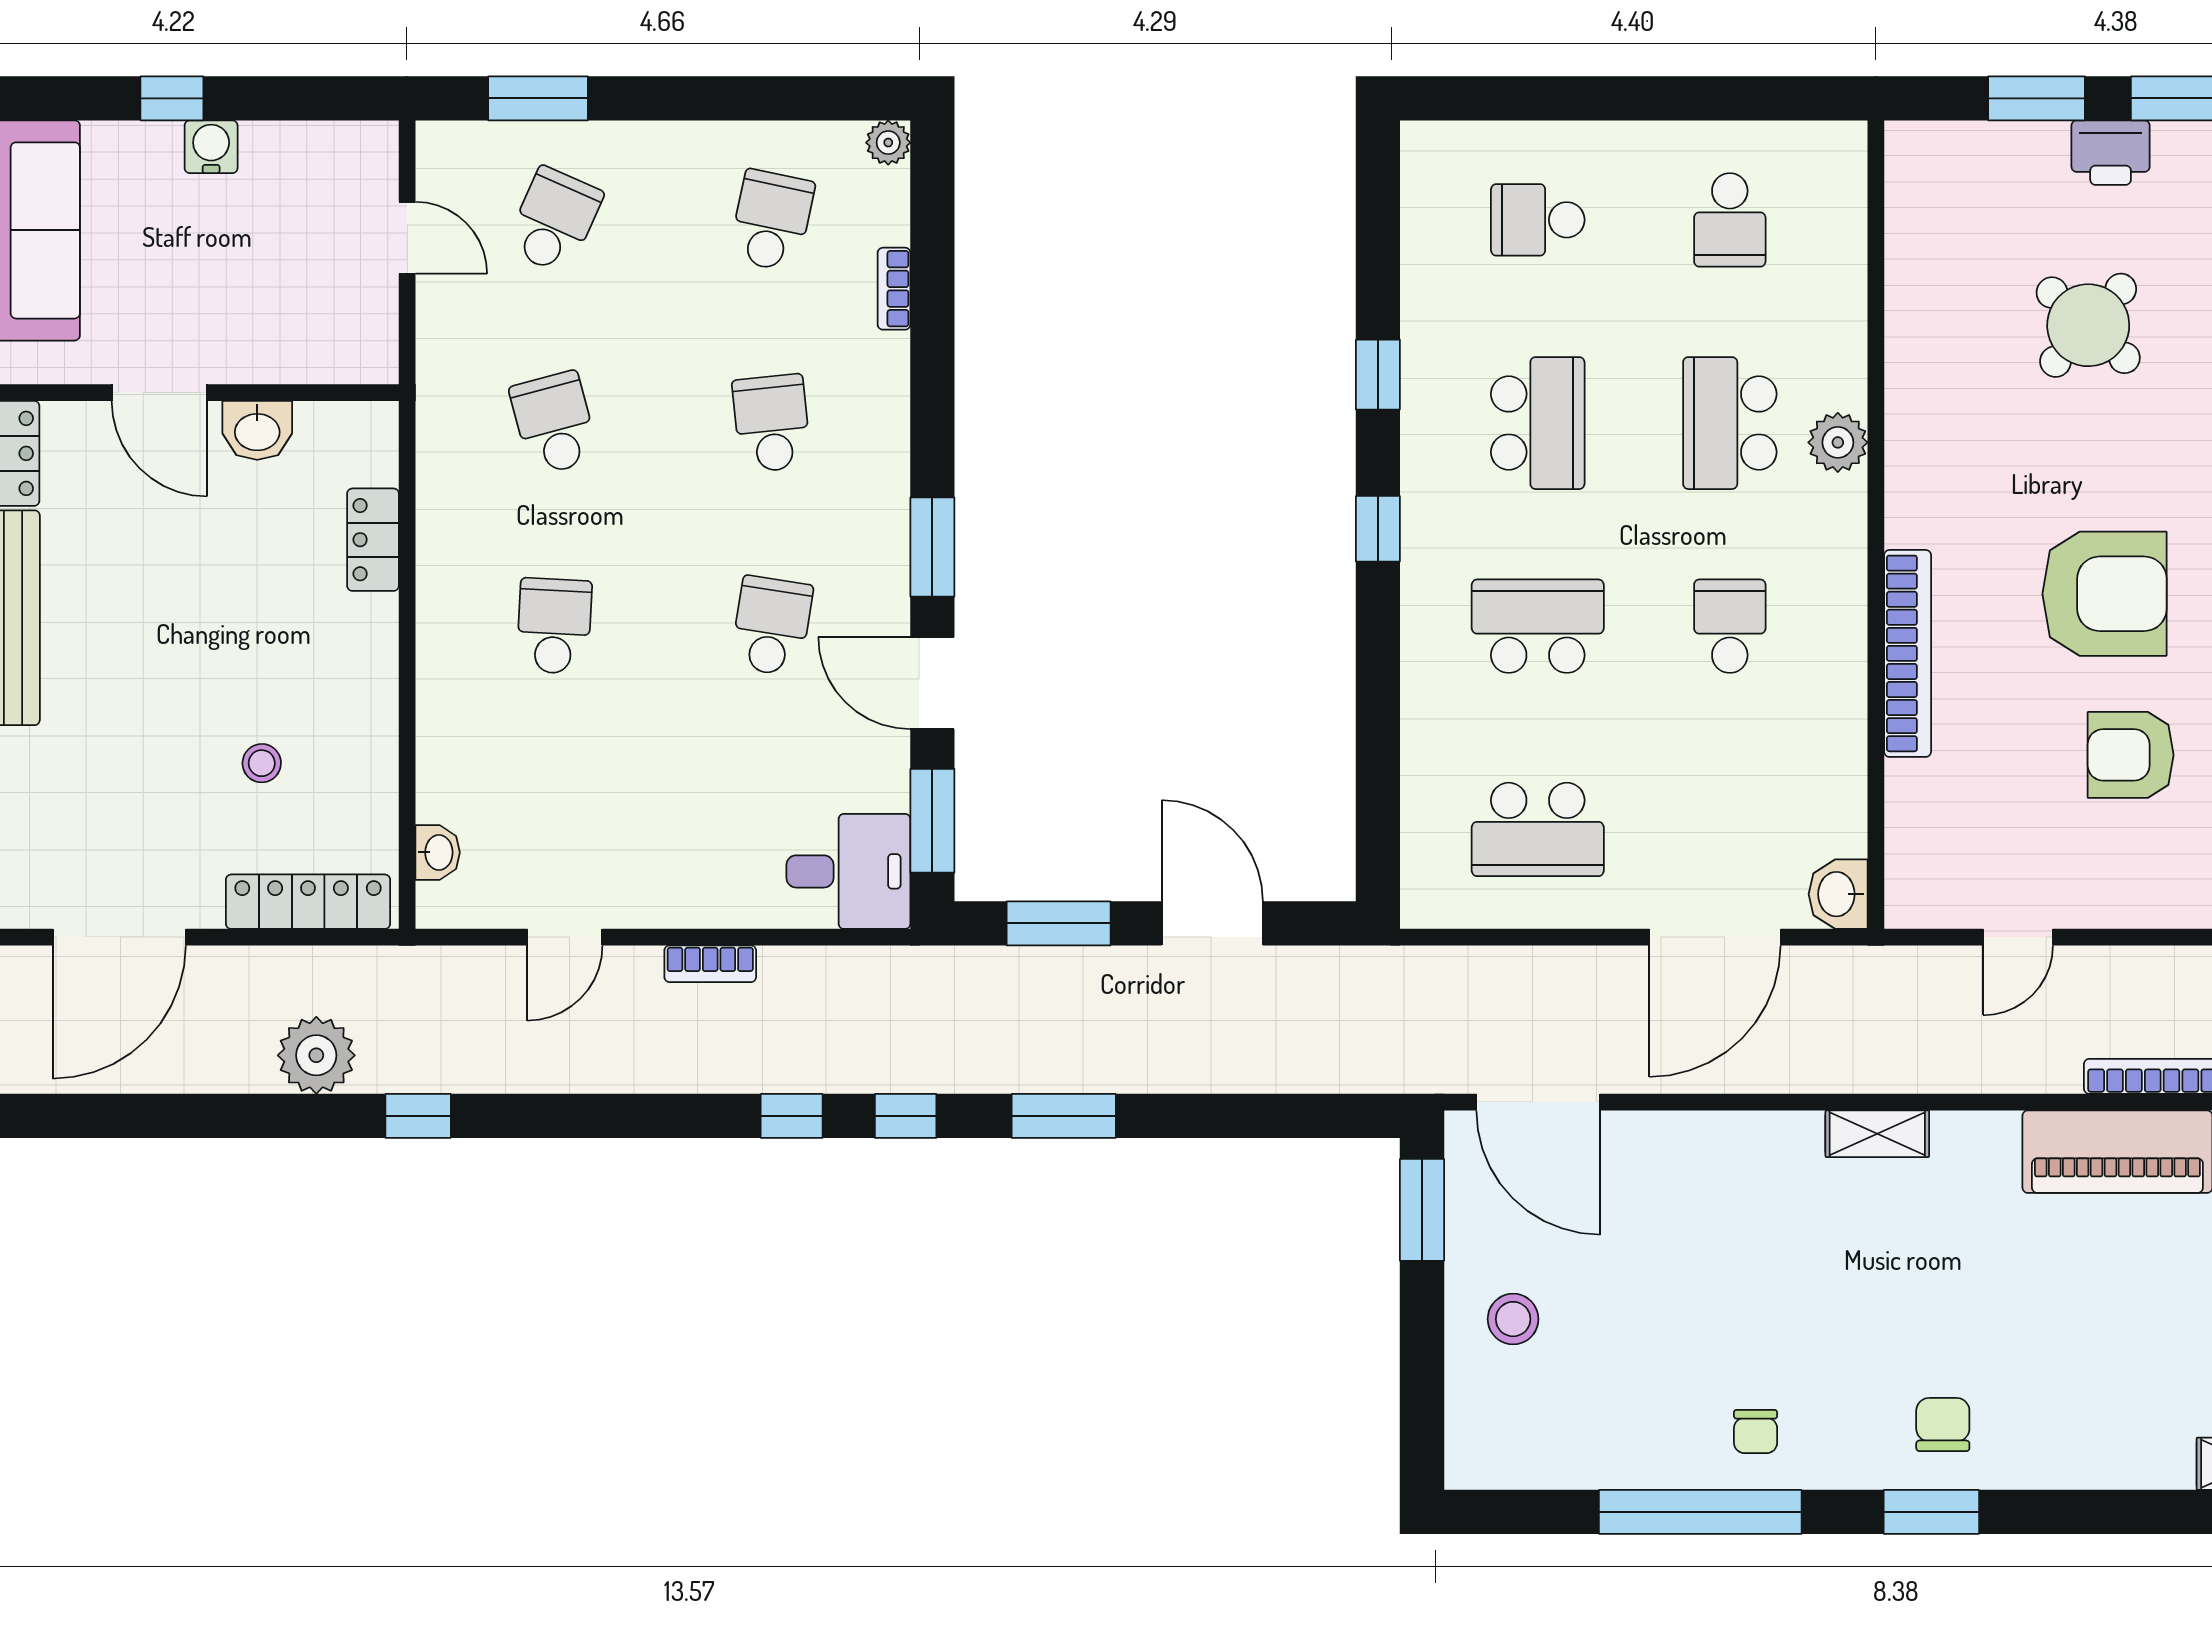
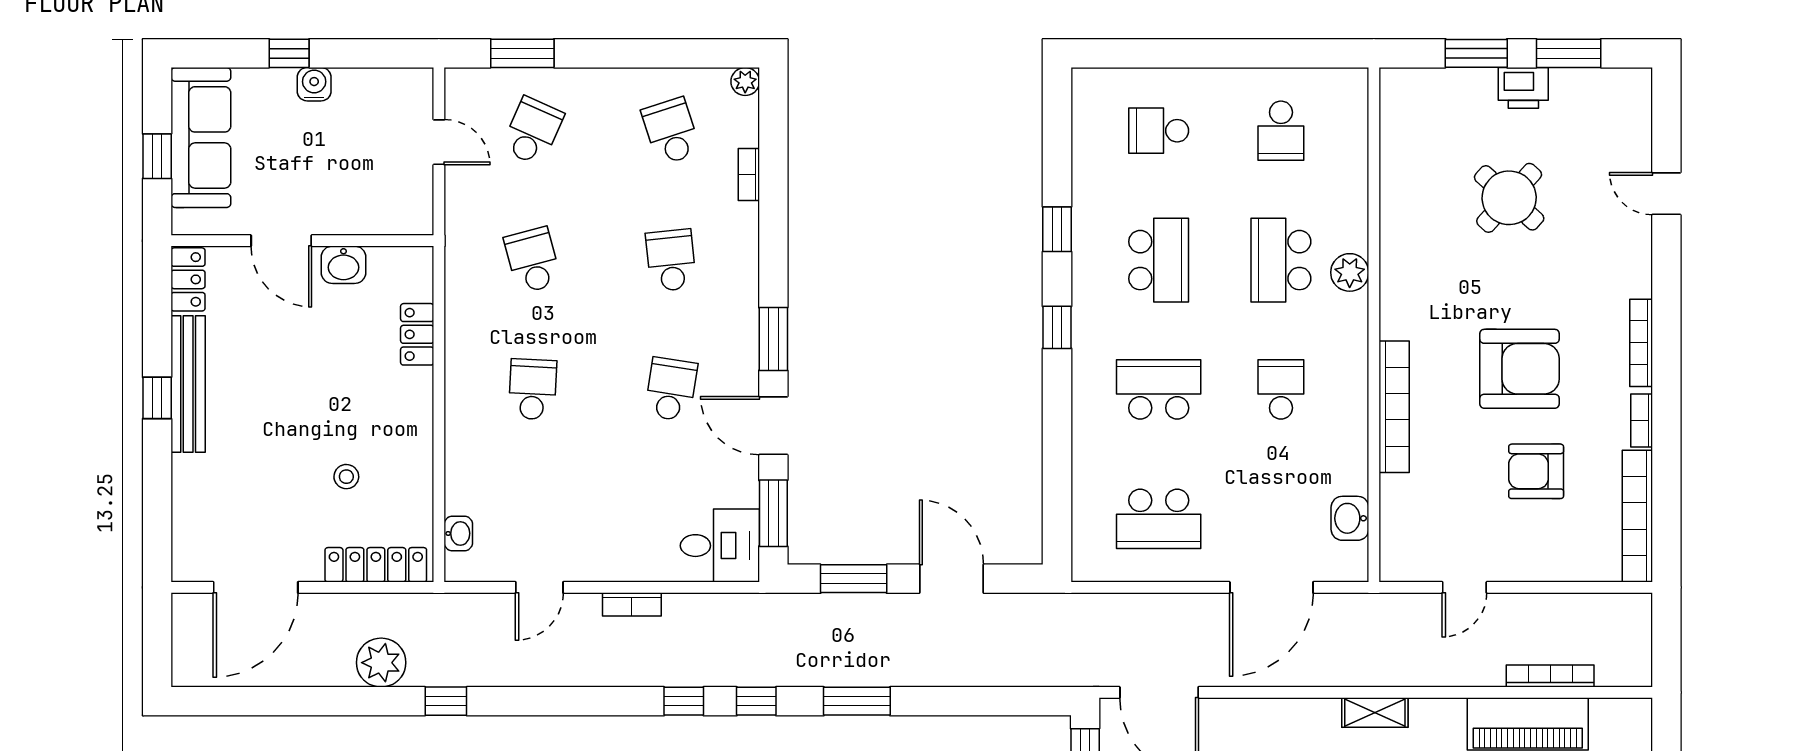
school desk: (772, 221) -> (671, 131), turned -30
washbasin: (1838, 894) -> (1350, 518), moved

